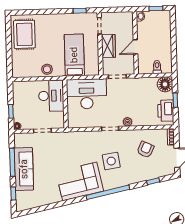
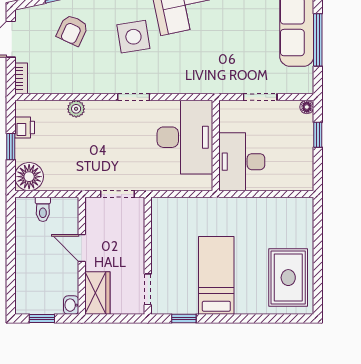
wardrobe: (108, 46) -> (97, 293), moved, turned 180
door: (136, 47) -> (82, 248), swing flipped
bed: (74, 55) -> (216, 275), moved, turned 180
stool: (47, 69) -> (248, 211), removed
desk: (87, 94) -> (185, 137), moved, turned -90
printer: (166, 111) -> (25, 128), width x0.53, depth x0.68
plant: (128, 122) -> (76, 109), moved
armchair: (146, 150) -> (72, 30), moved

